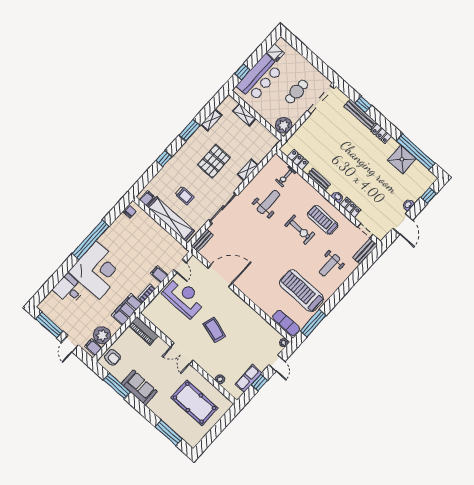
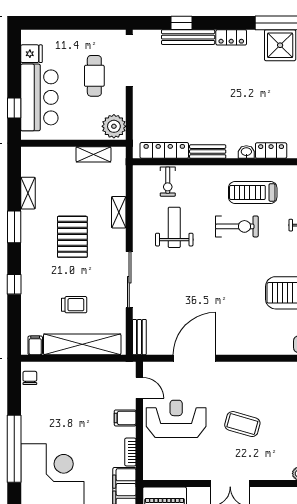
shelving: (244, 115) -> (93, 154), moved
locker: (298, 160) -> (164, 150), width x1.53

